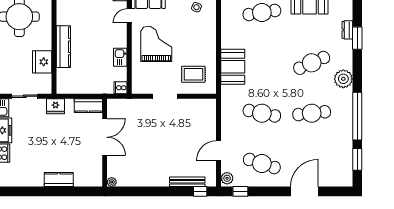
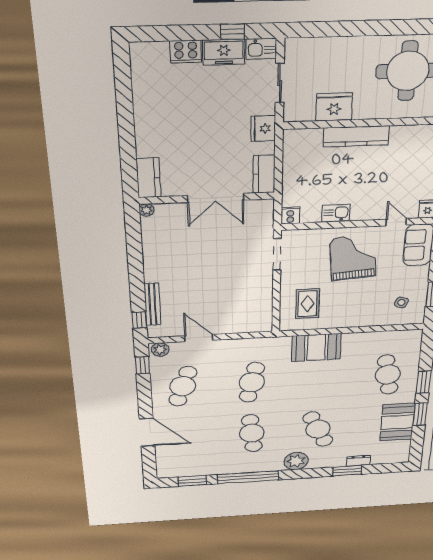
grand piano: (156, 44) -> (353, 257), turned -95
doorway: (165, 96) -> (277, 254), moved
kitchen counter: (59, 180) -> (149, 178), moved

